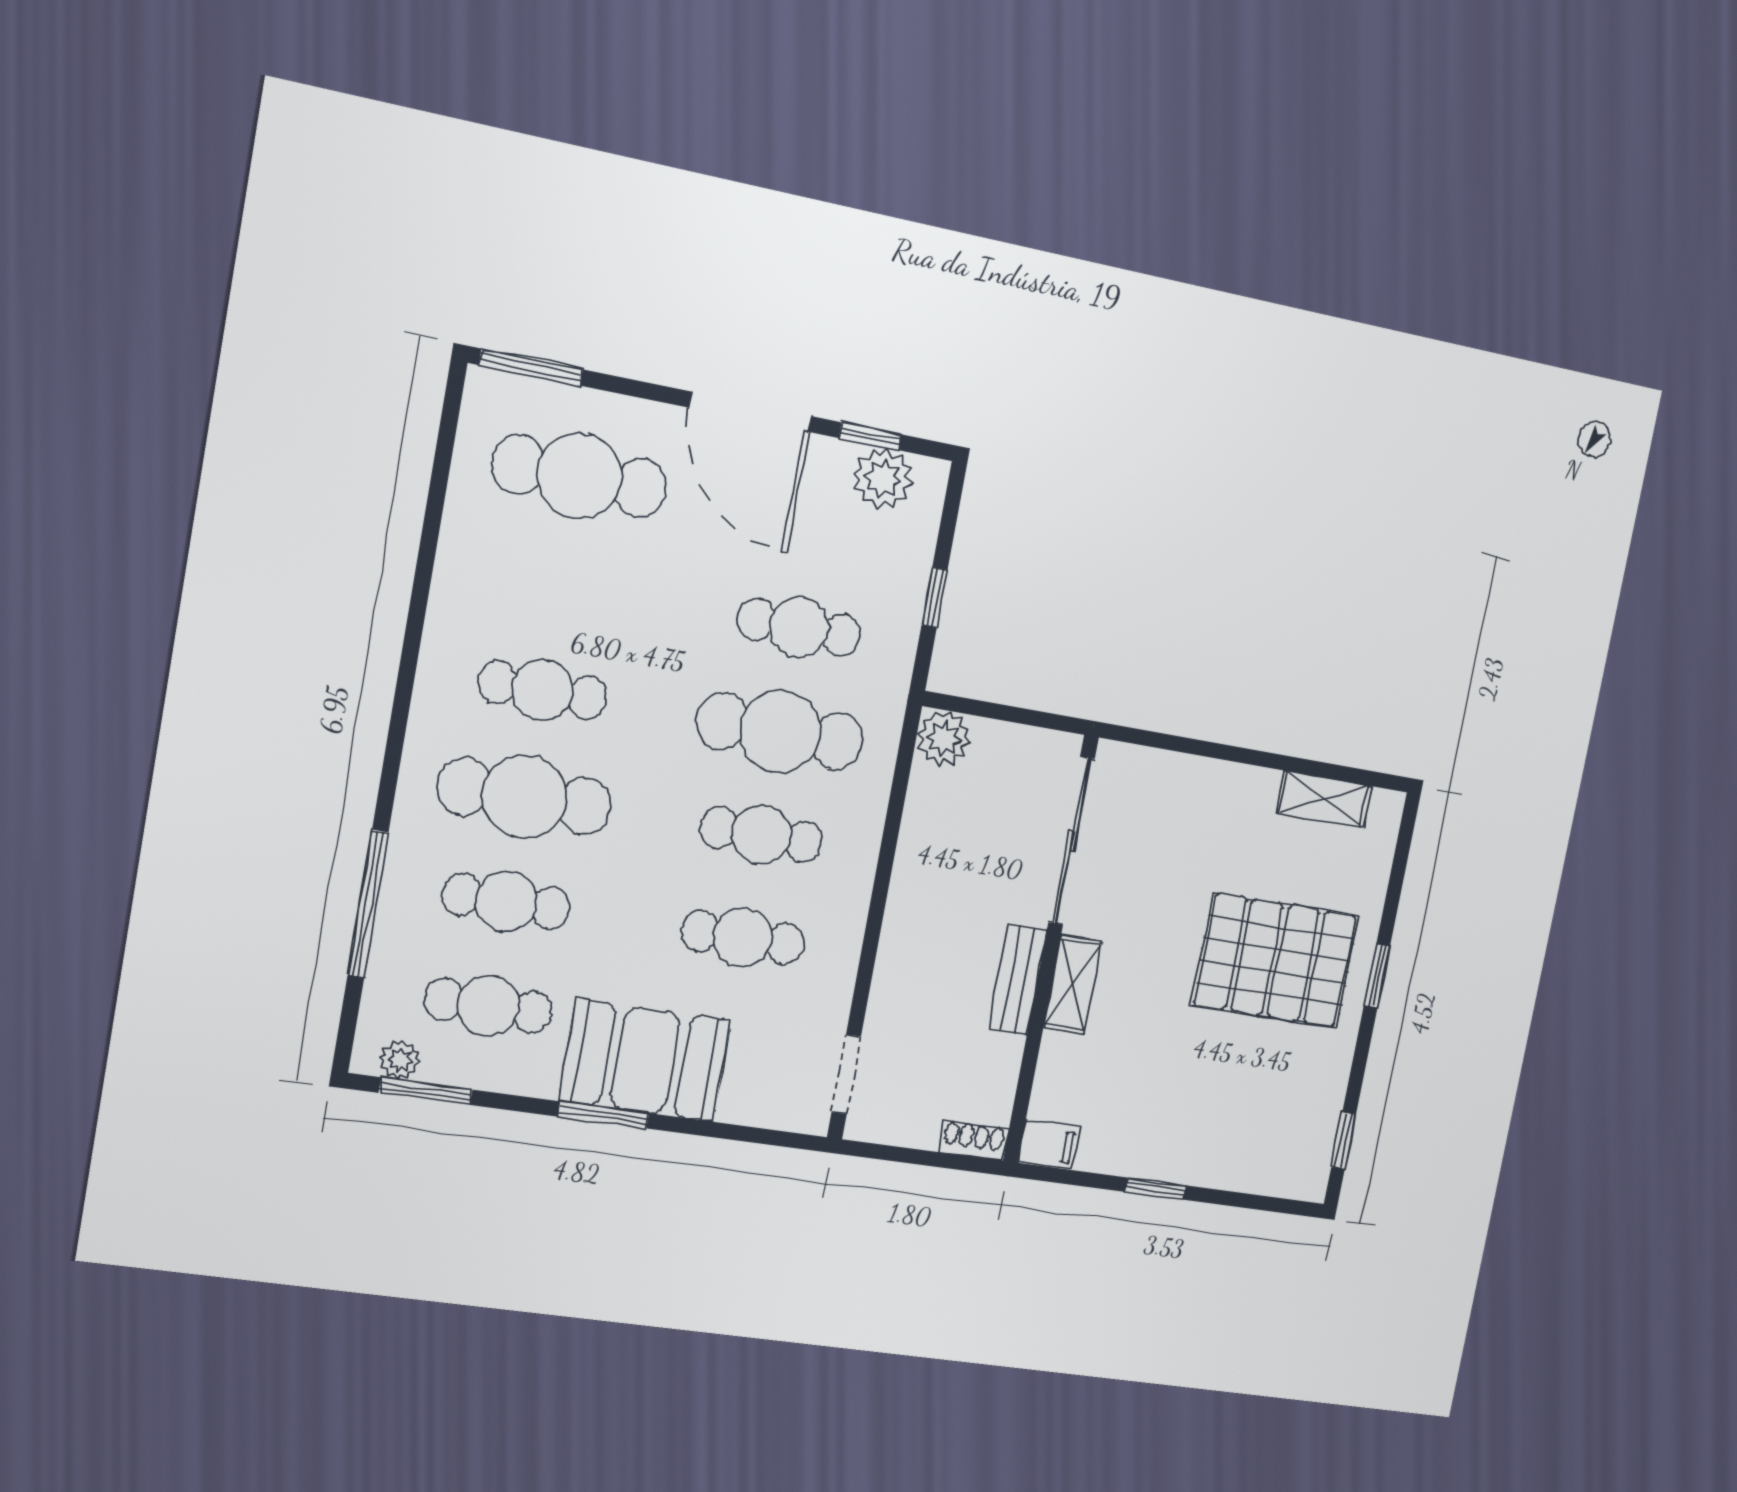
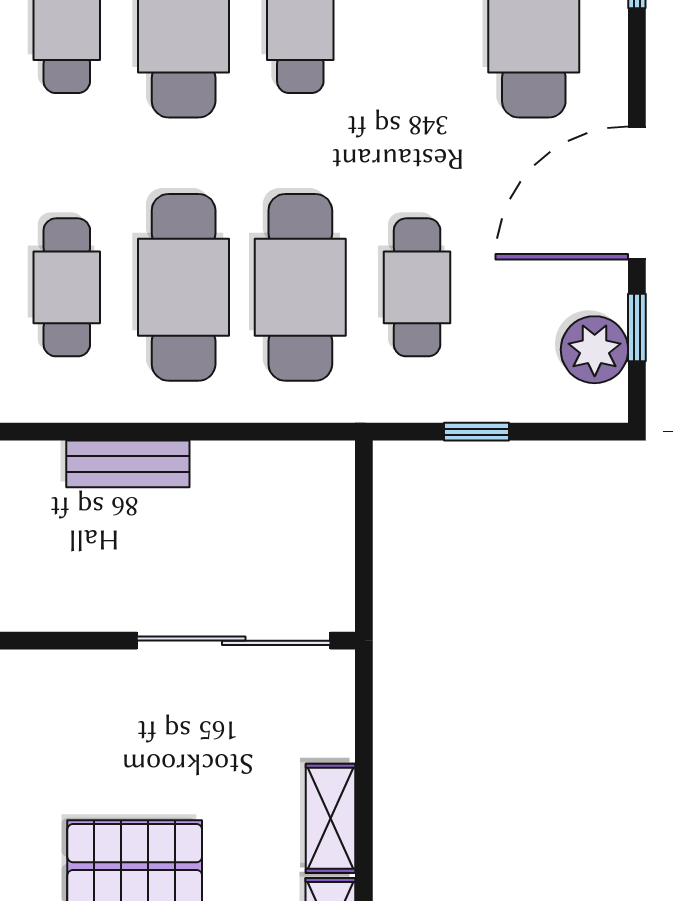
plant: (944, 738) -> (324, 472), removed
cafe table: (761, 835) -> (184, 287), width x1.37, depth x1.35
bench: (1018, 979) -> (128, 464), moved
shelving: (1072, 984) -> (331, 818), moved, turned 90

